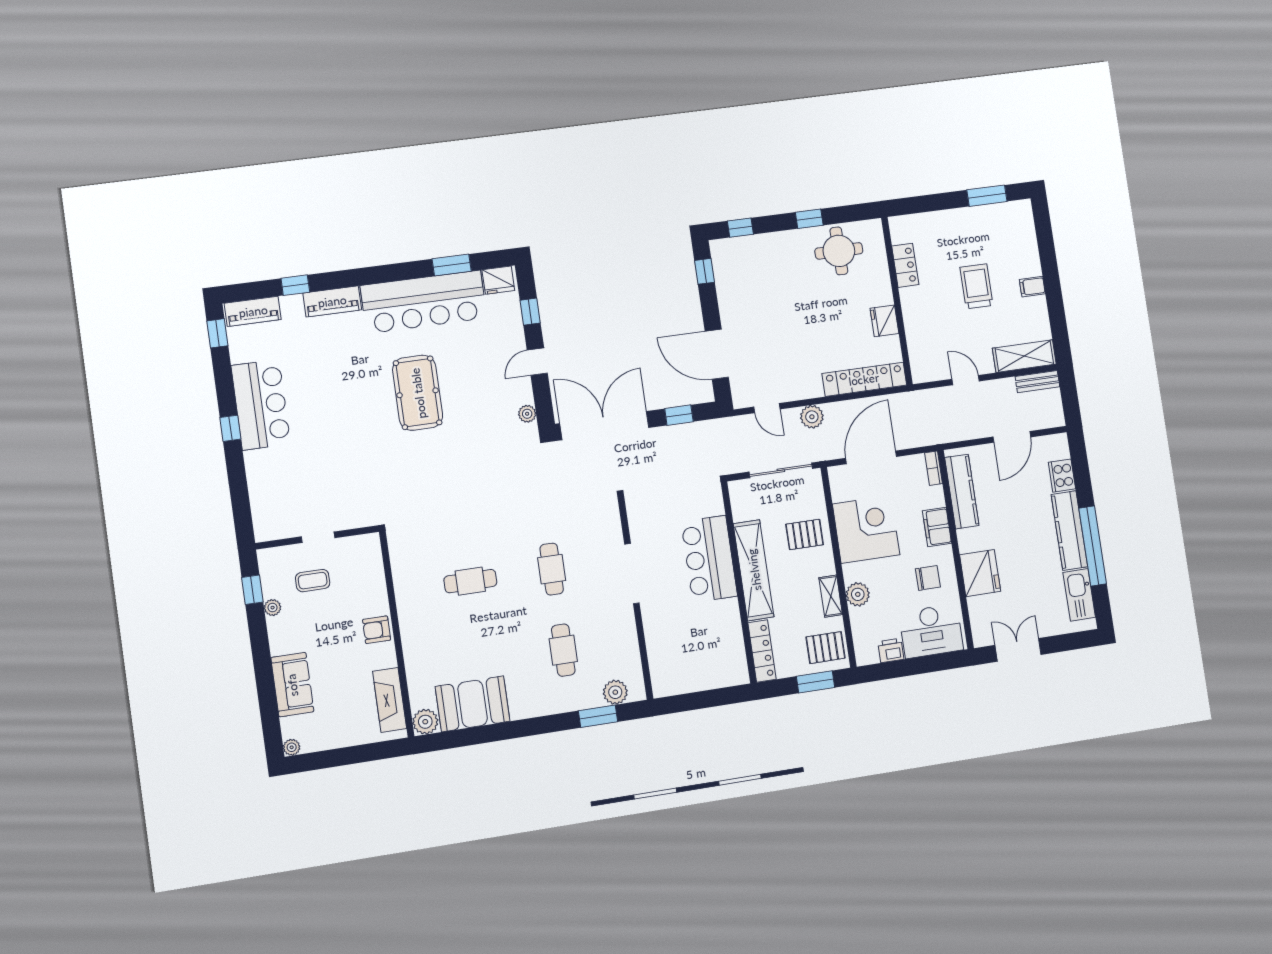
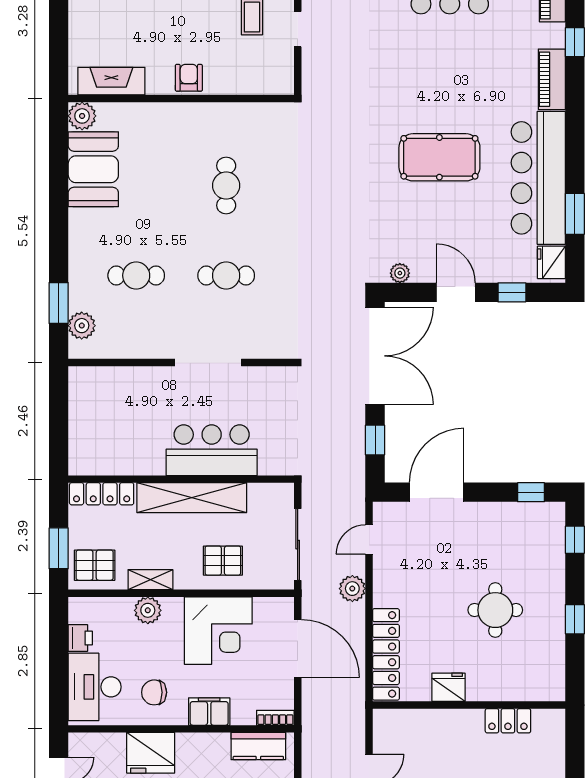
round table: (839, 251) -> (495, 610), moved
door: (537, 362) -> (456, 292), width x1.38
kitchen counter: (962, 491) -> (258, 746), width x0.67
pallet: (805, 534) -> (223, 561), turned 90
chair: (928, 578) -> (154, 692), turned 90
pallet: (826, 648) -> (95, 565), turned 90

